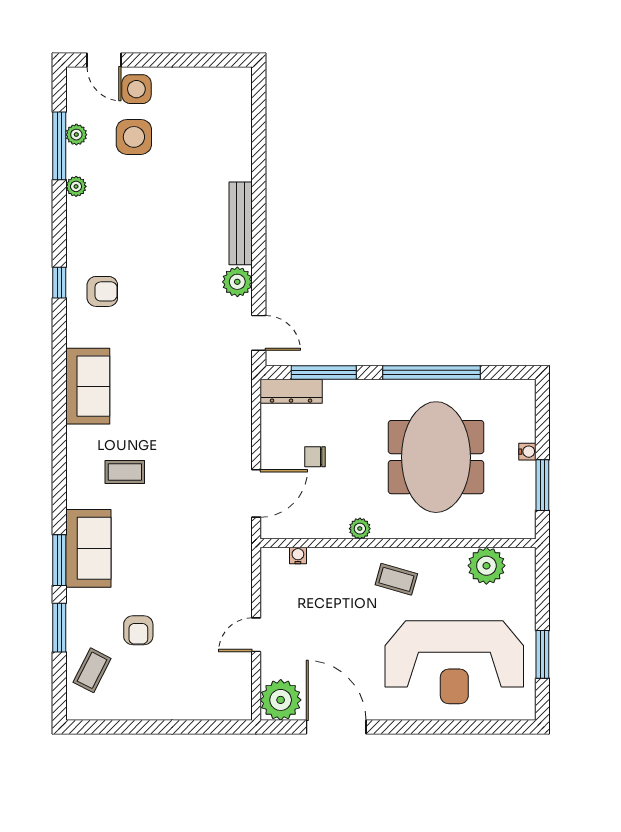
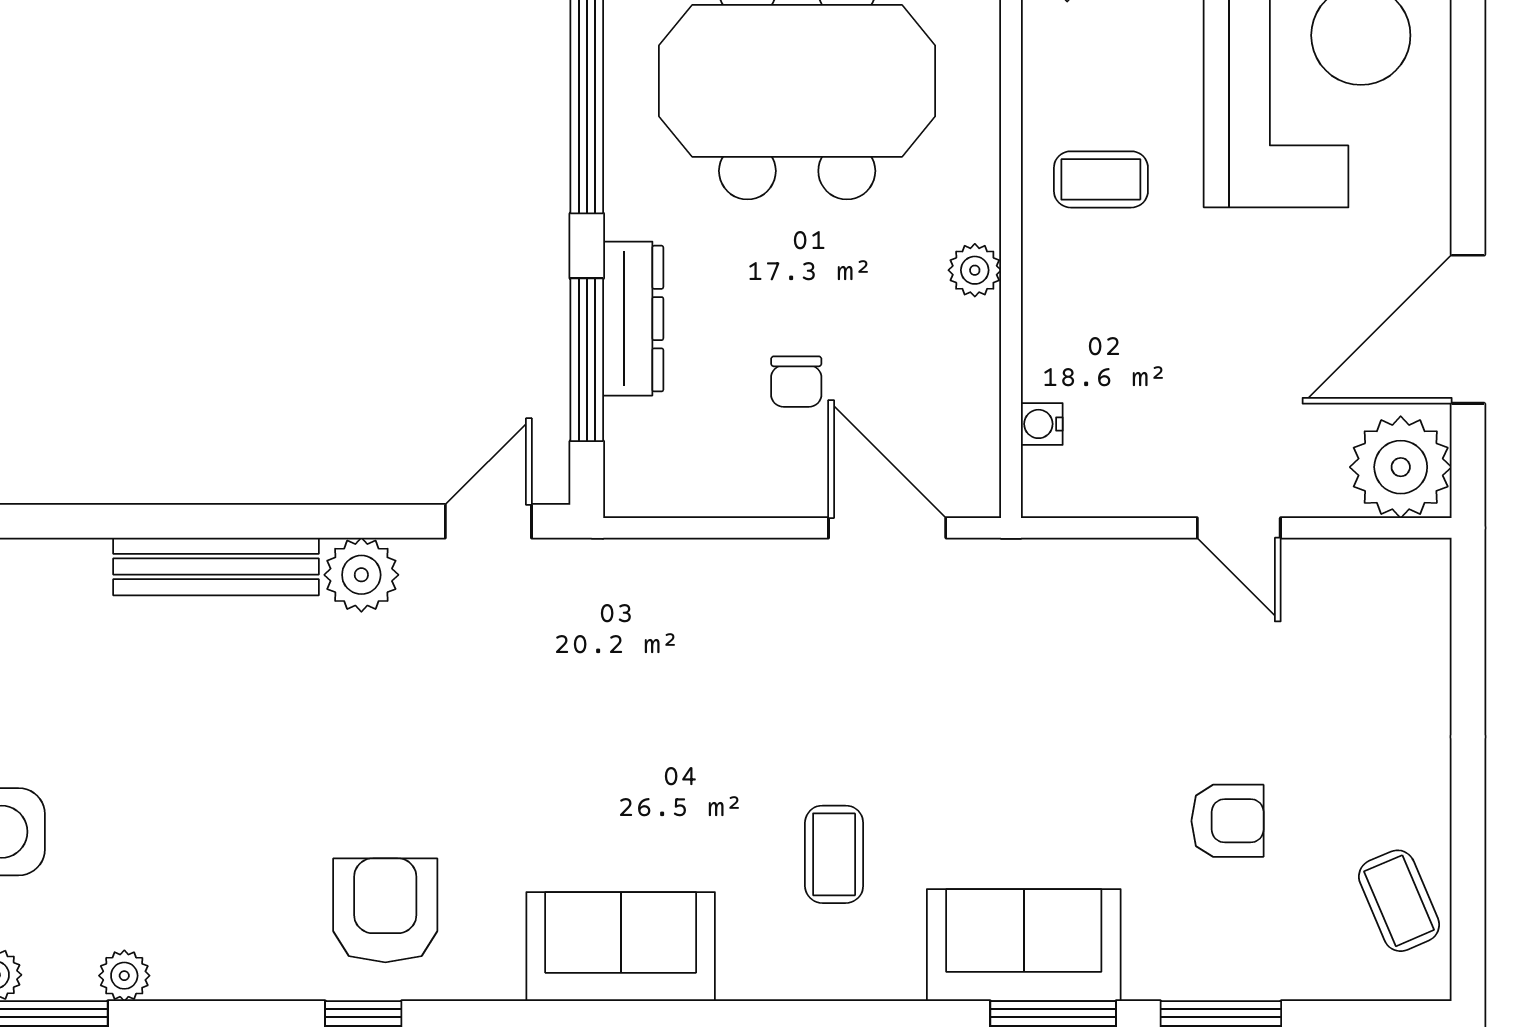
armchair: (102, 291) -> (385, 910), width x1.38, depth x1.38
dresser: (291, 391) -> (633, 319), moved
coffee table: (396, 579) -> (1101, 179), turned 74
coffee table: (92, 670) -> (1399, 901), moved, turned 40

